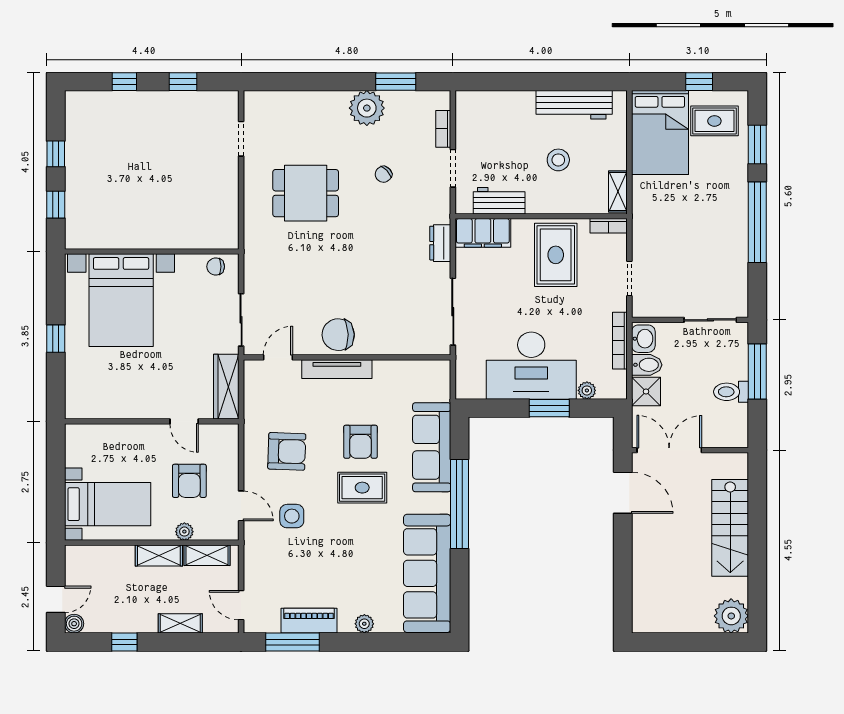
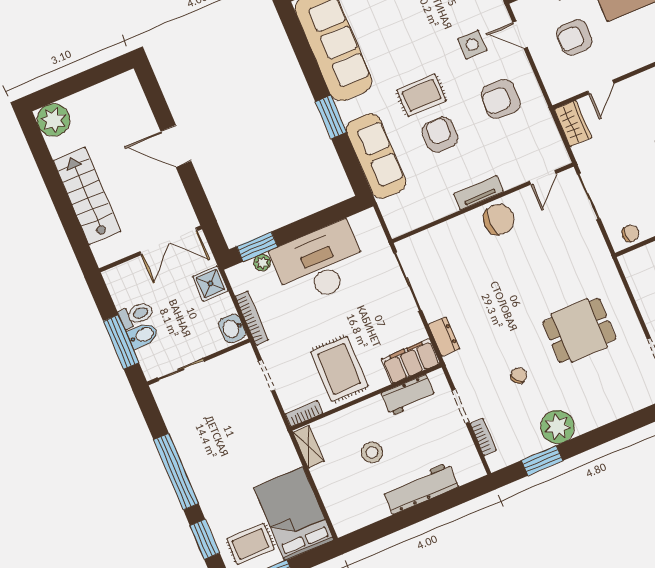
workbench: (574, 105) -> (421, 488), moved
bidet: (647, 365) -> (143, 335), moved, turned 180
tv unit: (337, 369) -> (478, 193), width x0.71
wardrobe: (226, 387) -> (573, 123), width x0.67
window: (549, 408) -> (257, 247), moved
door: (184, 421) -> (601, 87), swing flipped
armchair: (189, 481) -> (574, 37), turned -90
door: (623, 493) -> (176, 146), moved
window: (459, 504) -> (331, 117), width x0.47

